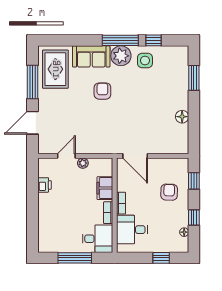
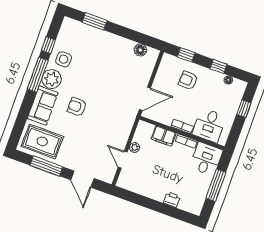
floor lamp: (182, 117) -> (140, 50), moved
printer: (44, 185) -> (172, 200), moved

